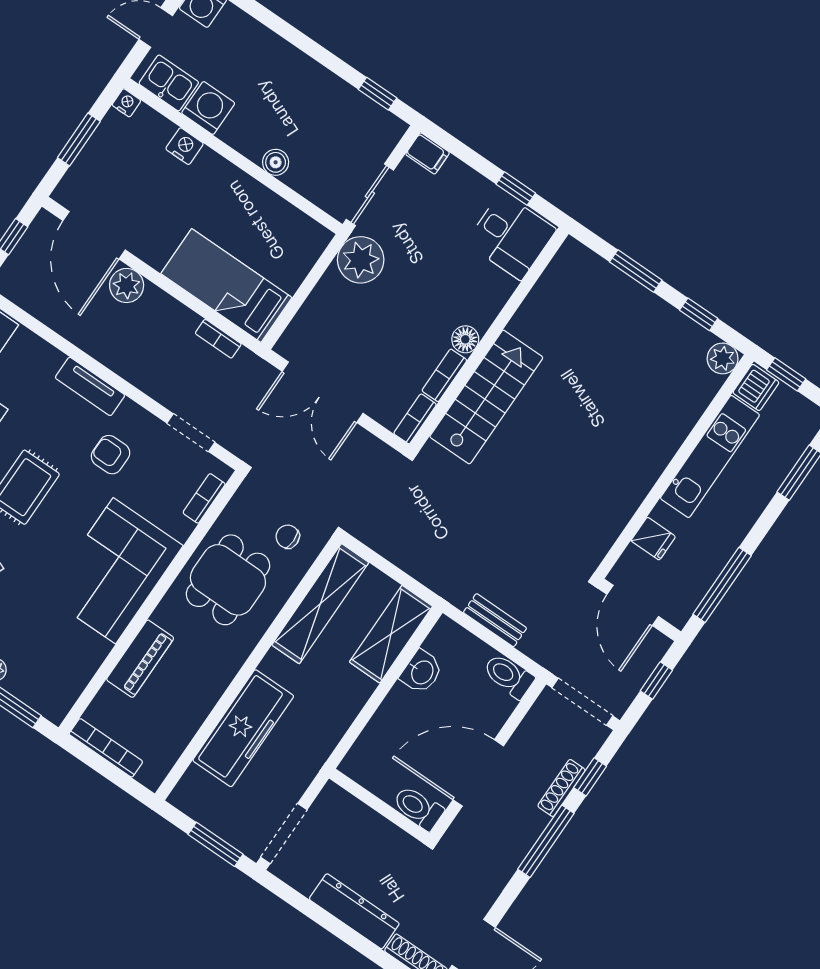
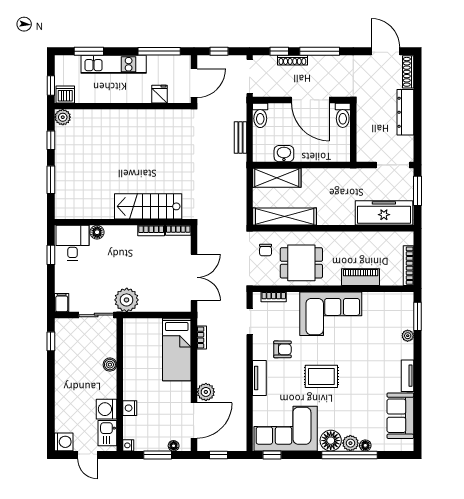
floor lamp: (76, 175) -> (174, 446), added
floor lamp: (465, 339) -> (97, 232), moved
armchair: (111, 455) -> (282, 349), turned -90
kitchen unit: (710, 457) -> (114, 64), moved, turned 180
freezer: (243, 728) -> (384, 213), moved

